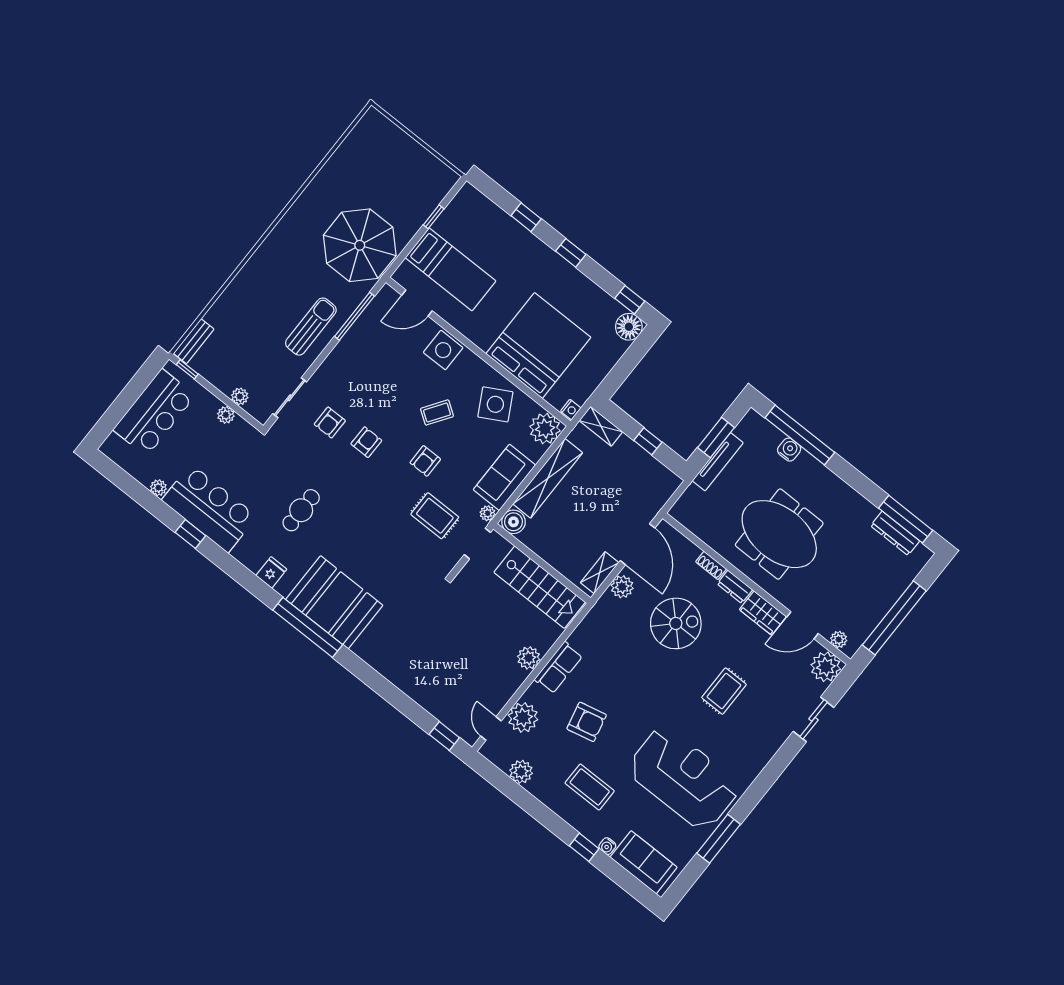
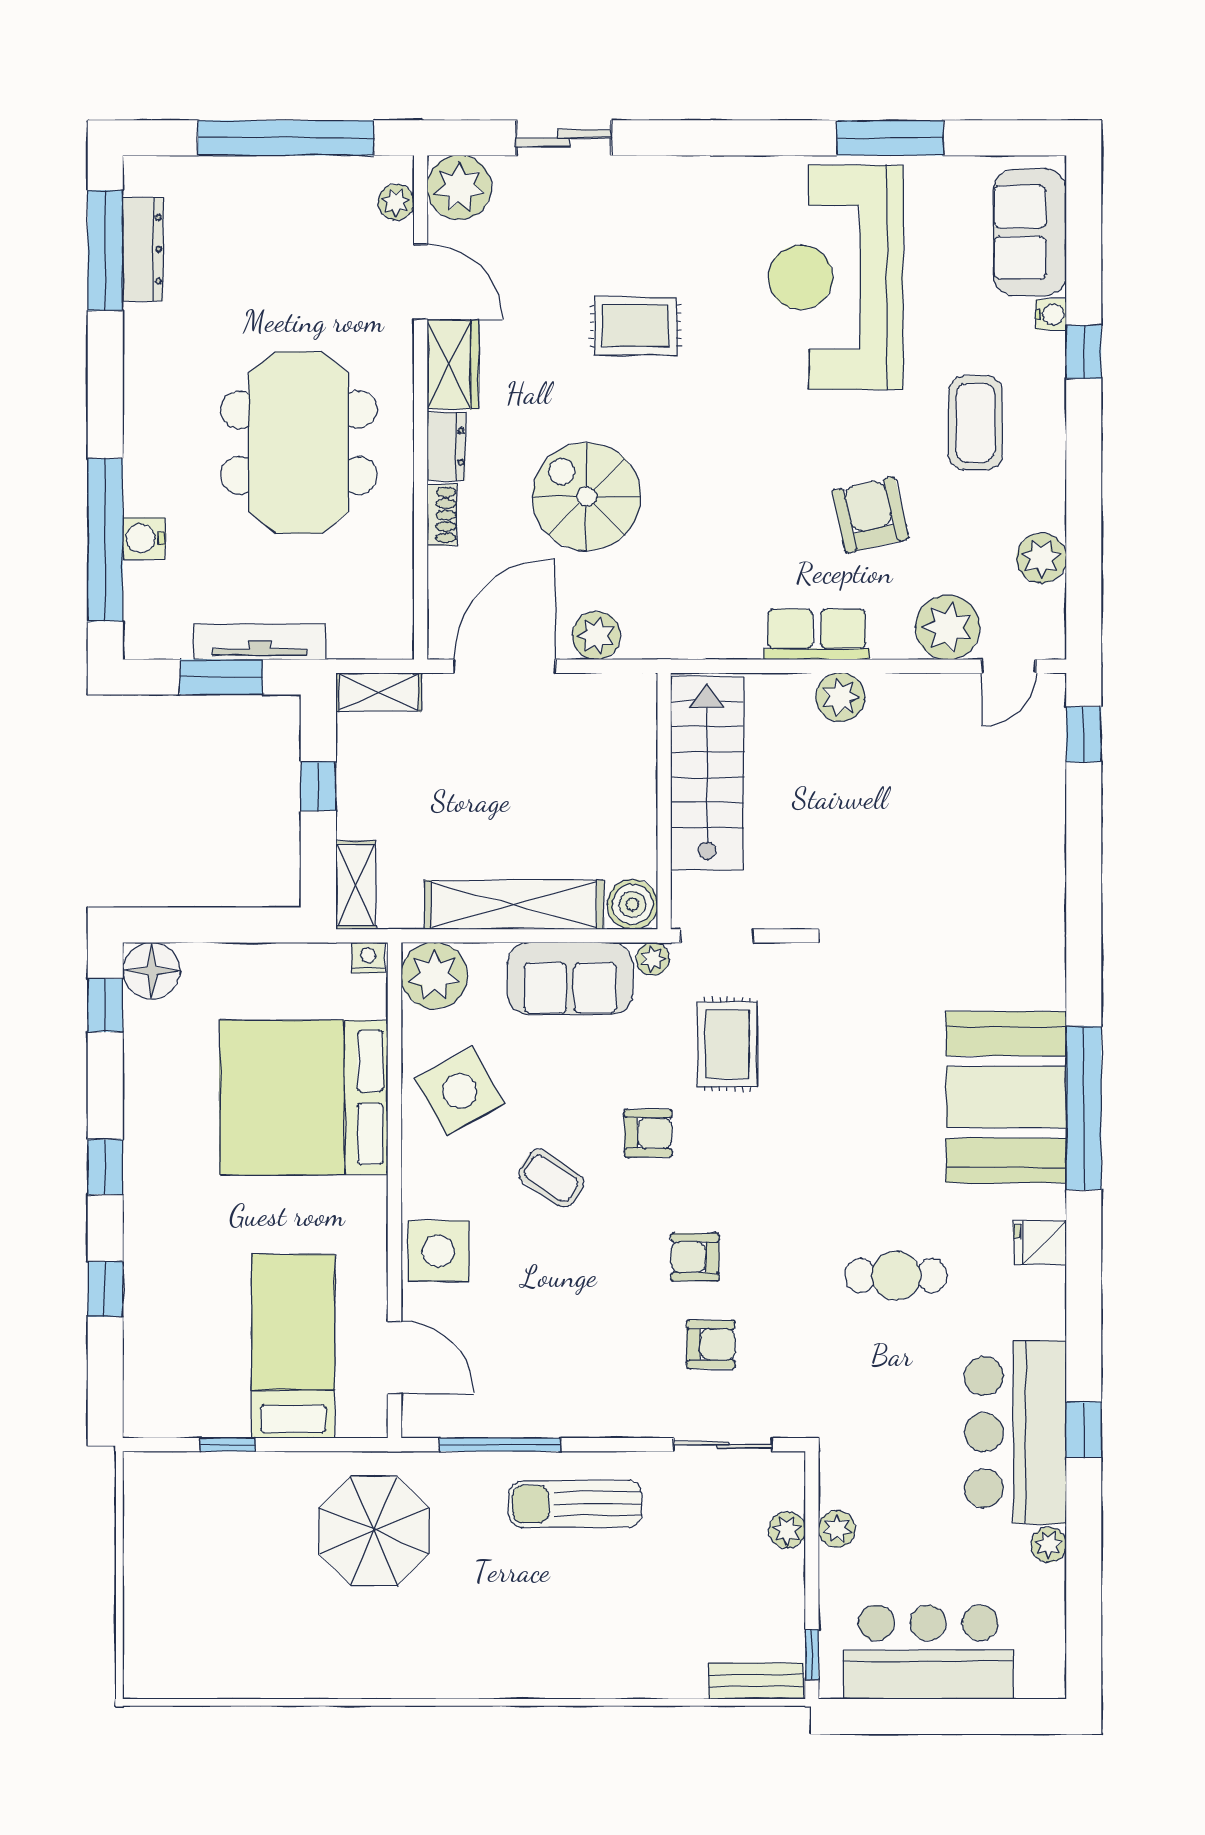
parasol: (360, 245) -> (374, 1531), width x0.73, depth x0.73
shelving: (600, 573) -> (379, 692), moved

